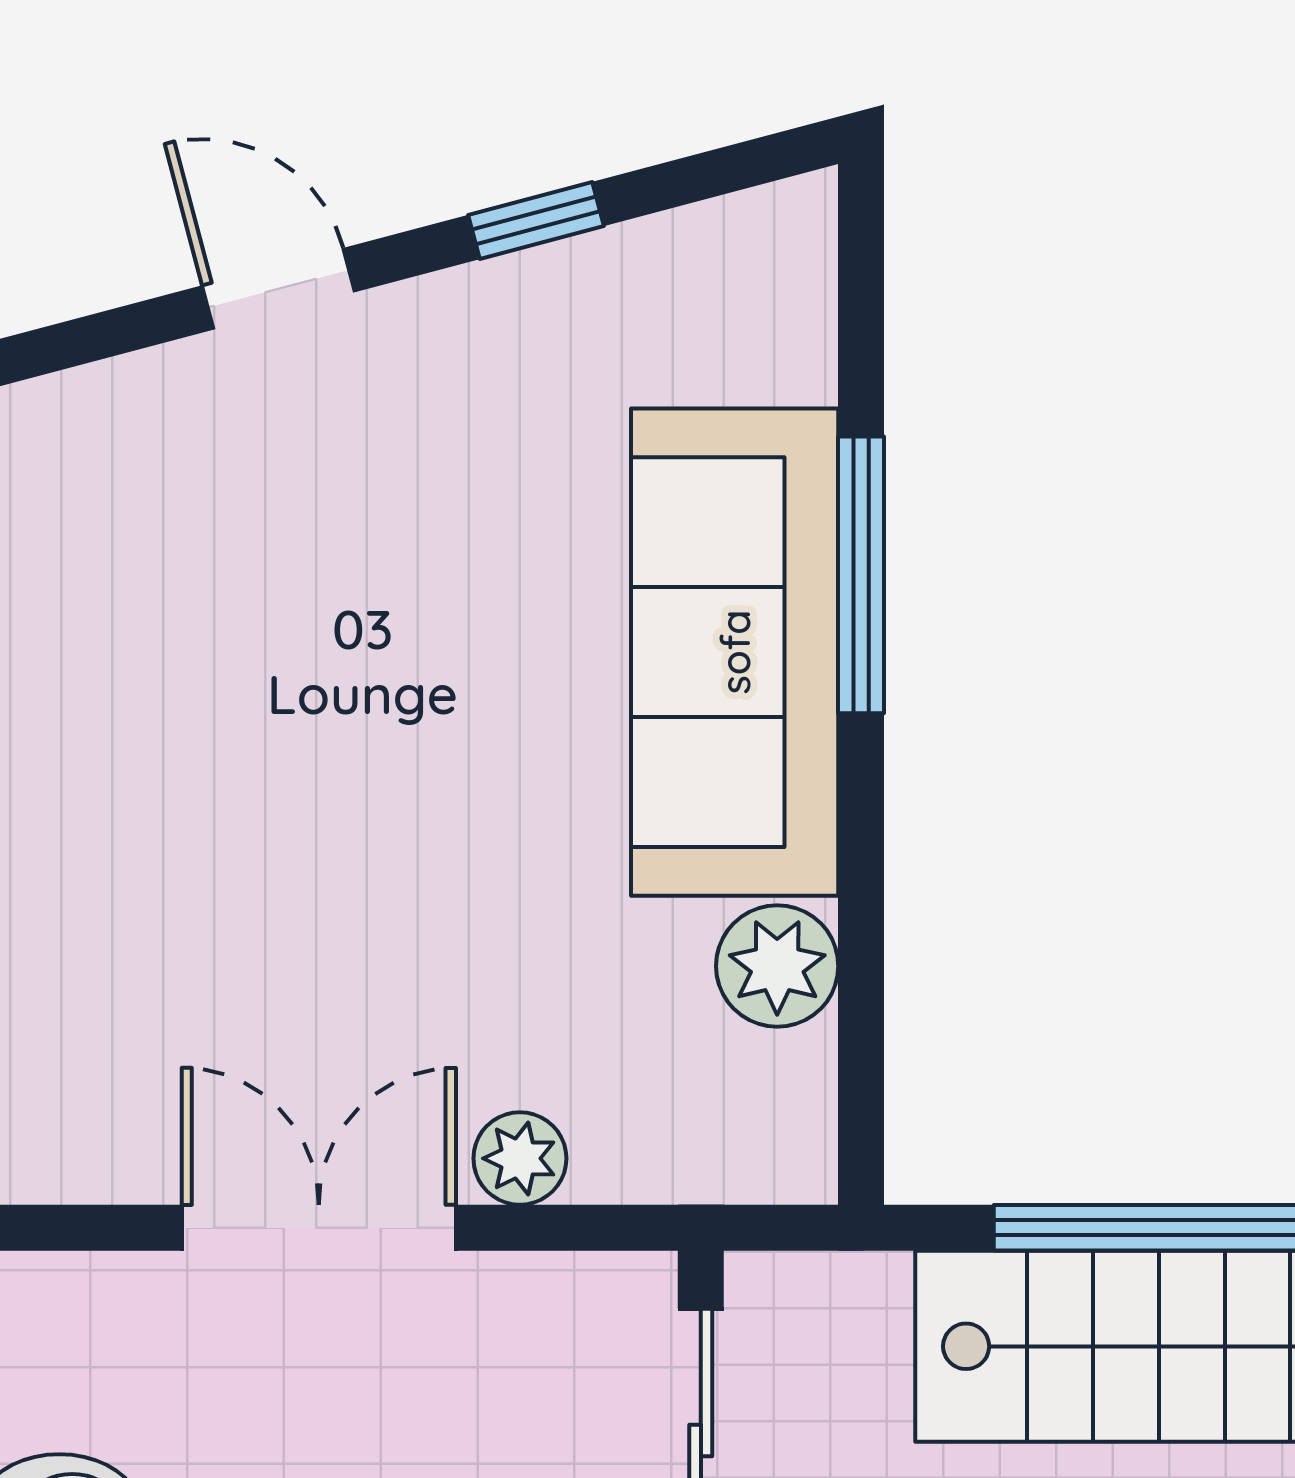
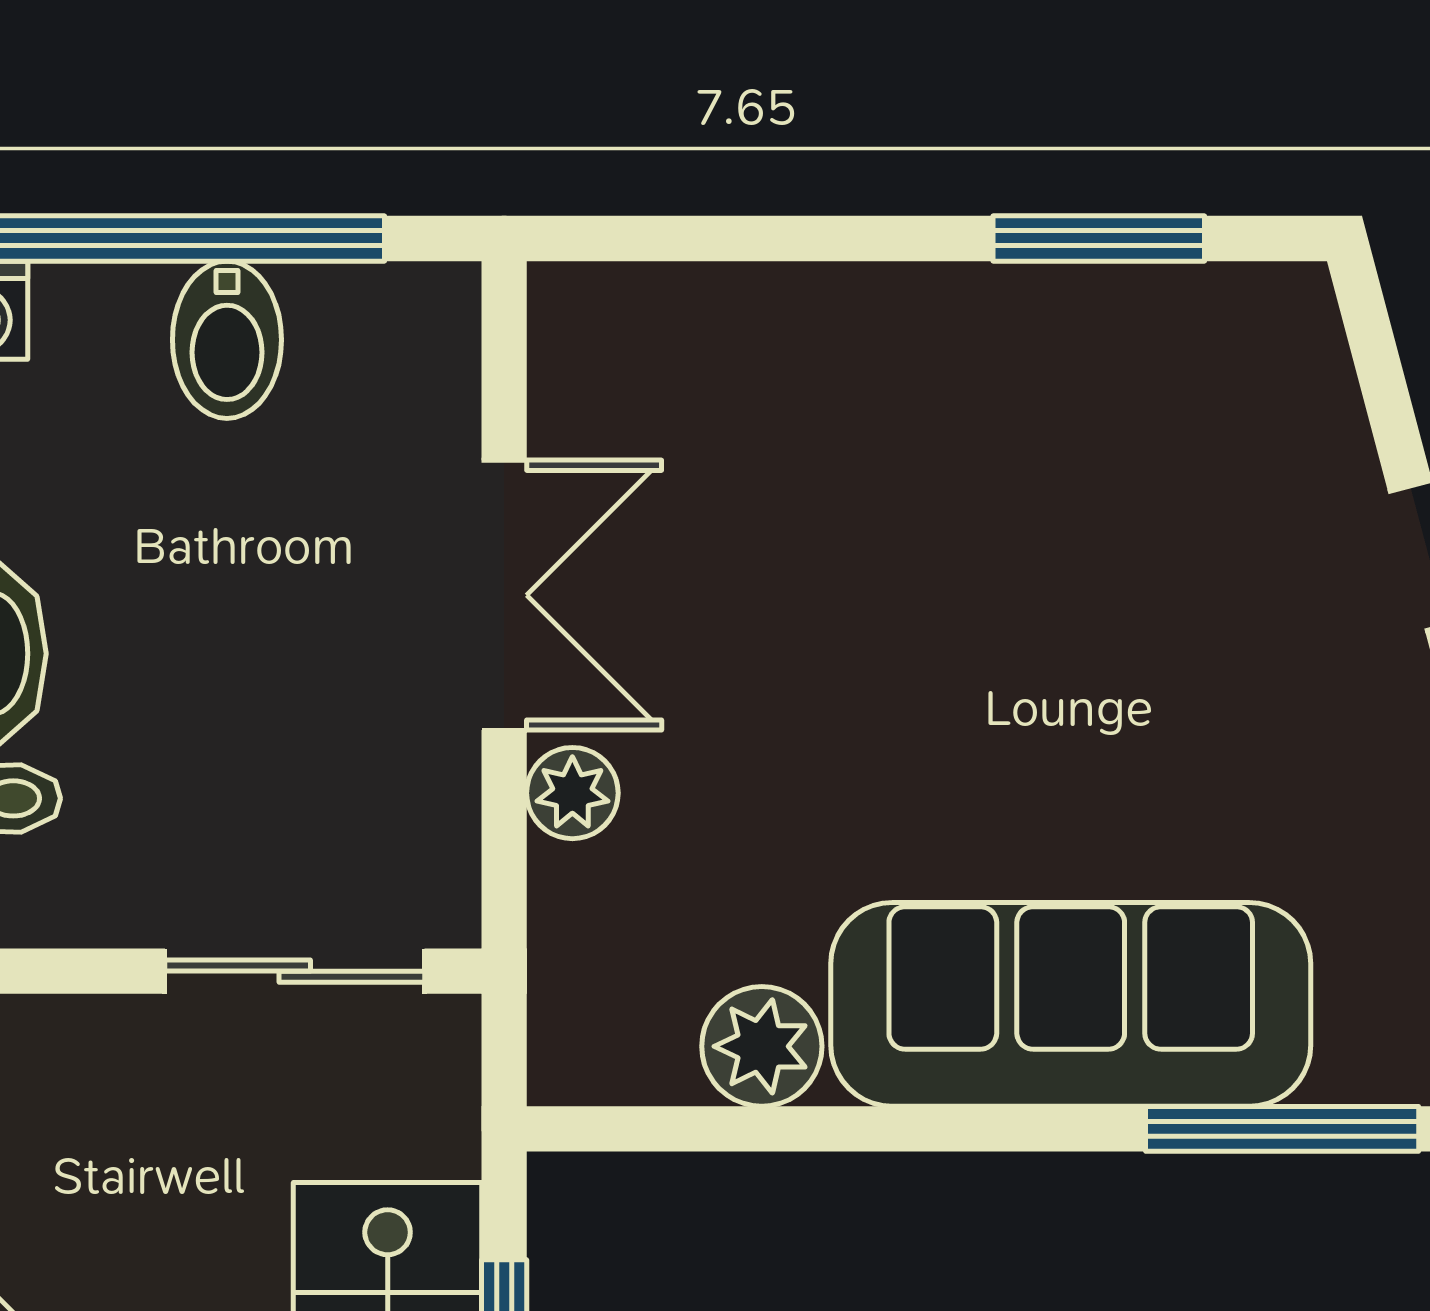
window: (861, 575) -> (1282, 1129), moved

